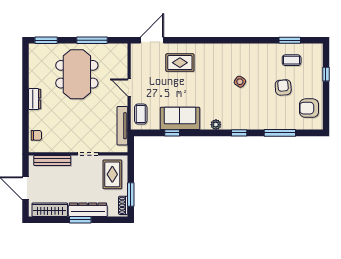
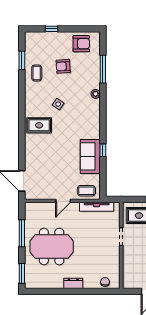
coffee table: (292, 60) -> (37, 73), moved
rug: (180, 63) -> (39, 125), moved, turned 90
armchair: (309, 108) -> (81, 44), turned -90
plant: (216, 125) -> (96, 94), moved
window: (172, 133) -> (103, 150), moved
window: (239, 133) -> (103, 105), removed
bench: (52, 161) -> (127, 268), removed

